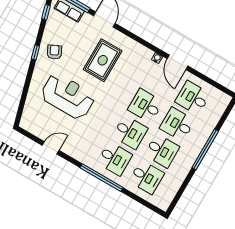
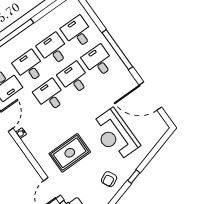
window: (35, 52) -> (134, 177), moved
desk: (146, 106) -> (50, 96), turned 180
desk: (177, 124) -> (29, 67), turned 180
door: (51, 148) -> (150, 96), width x1.88

